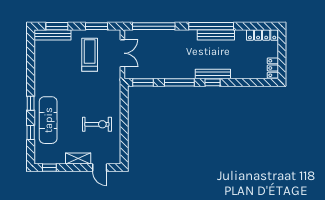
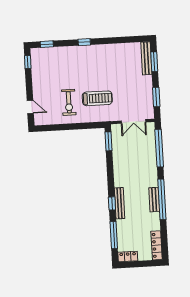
bench: (216, 35) -> (154, 200), width x0.73
treadmill: (90, 55) -> (97, 98), moved
window: (179, 82) -> (114, 235), moved
exercise mat: (48, 120) -> (70, 59), removed
window: (31, 133) -> (47, 44), moved
shelving: (78, 159) -> (37, 87), removed
door: (100, 168) -> (30, 107), swing flipped

